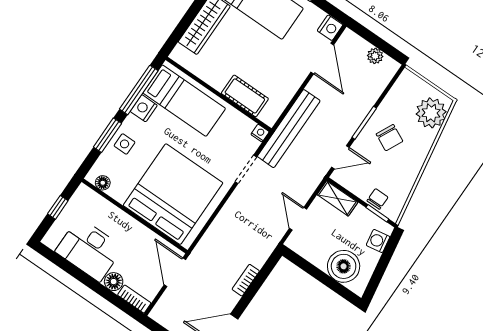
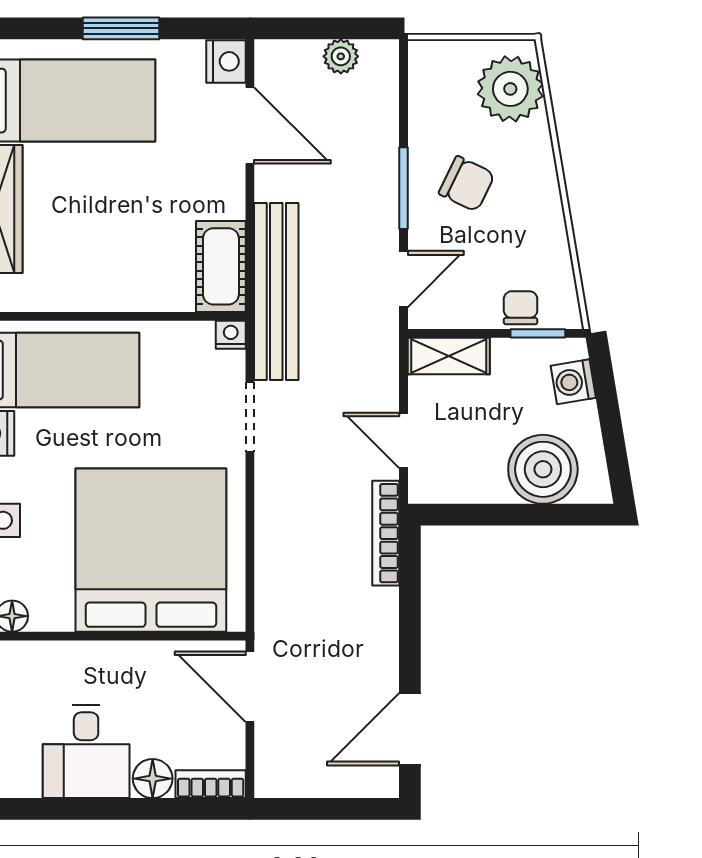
cot: (245, 96) -> (221, 266), moved, turned 90
desk: (89, 250) -> (86, 751), width x0.73
bookcase: (246, 280) -> (386, 533), moved, width x1.56

